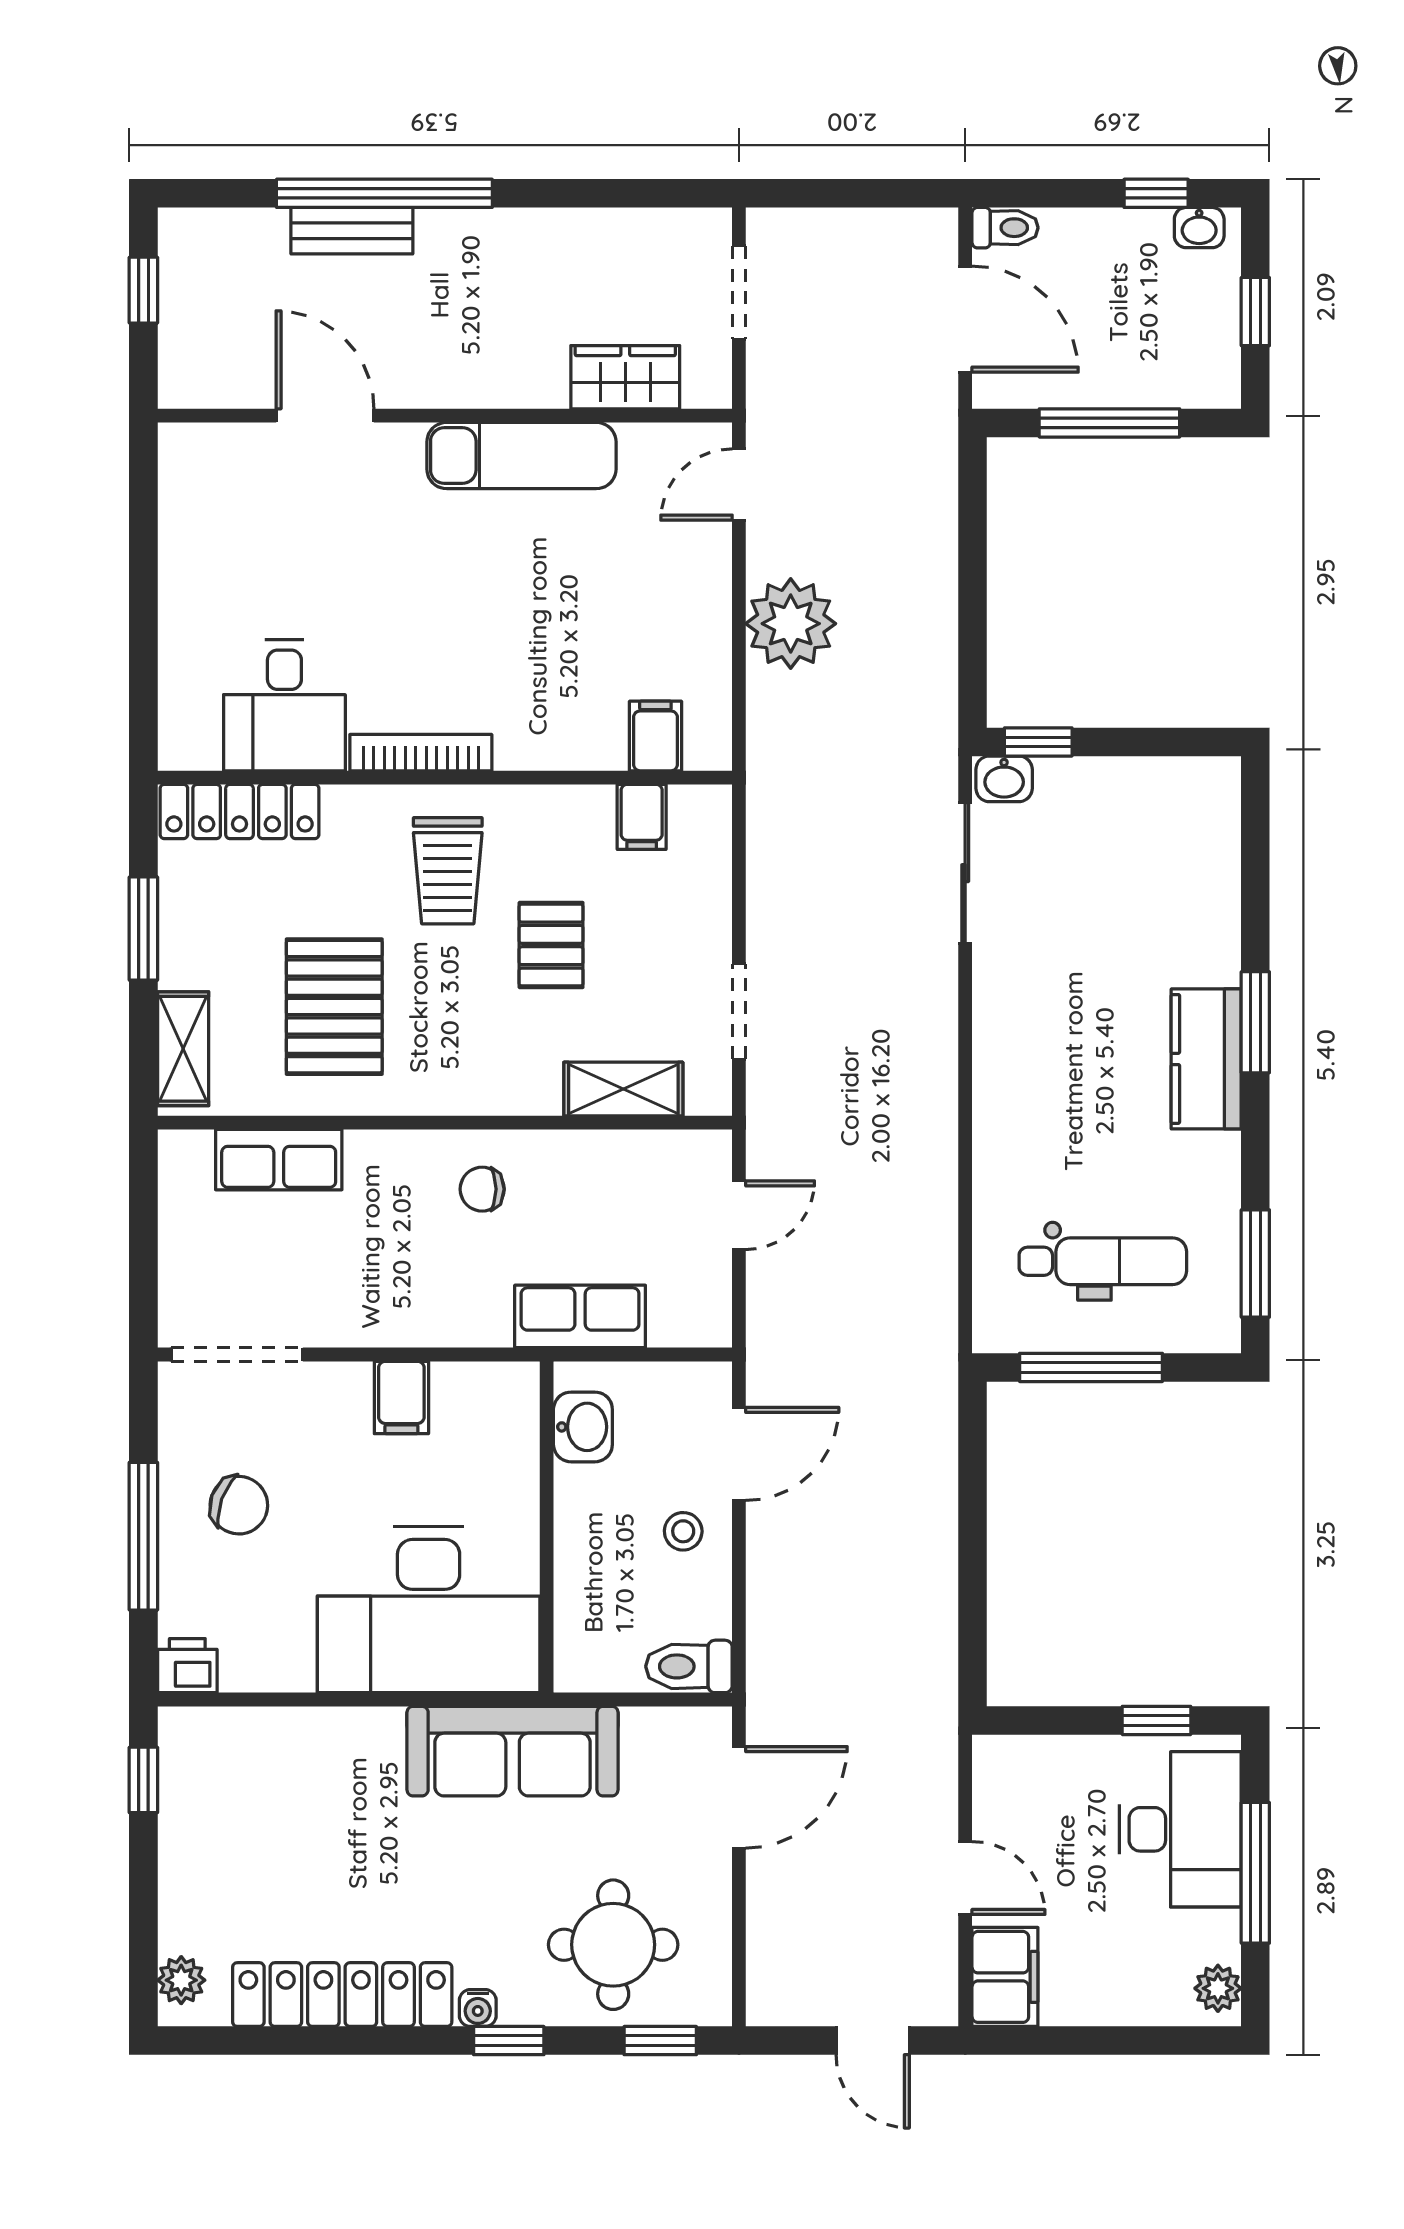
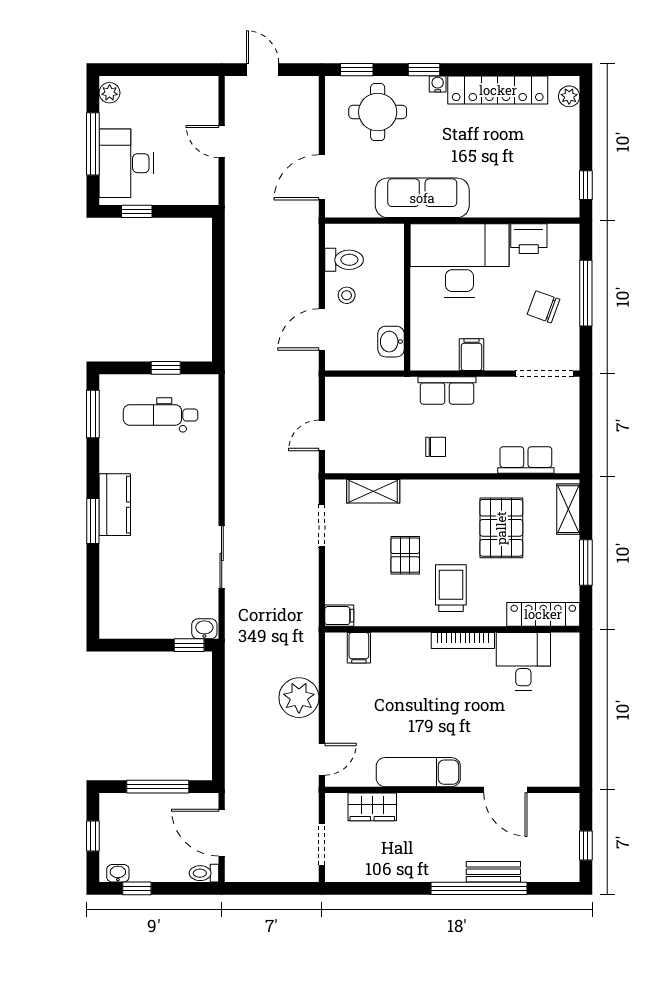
filing cabinet: (642, 817) -> (339, 616), moved, turned 90
sliding door: (965, 873) -> (222, 557), moved
row of seats: (580, 1316) -> (447, 391), moved
window: (1091, 1367) -> (166, 368), width x0.46
printer: (187, 1666) -> (529, 239), moved, width x1.36, depth x1.24
toilet: (689, 1666) -> (344, 260), moved
filing cabinet: (1005, 1977) -> (204, 98), removed

